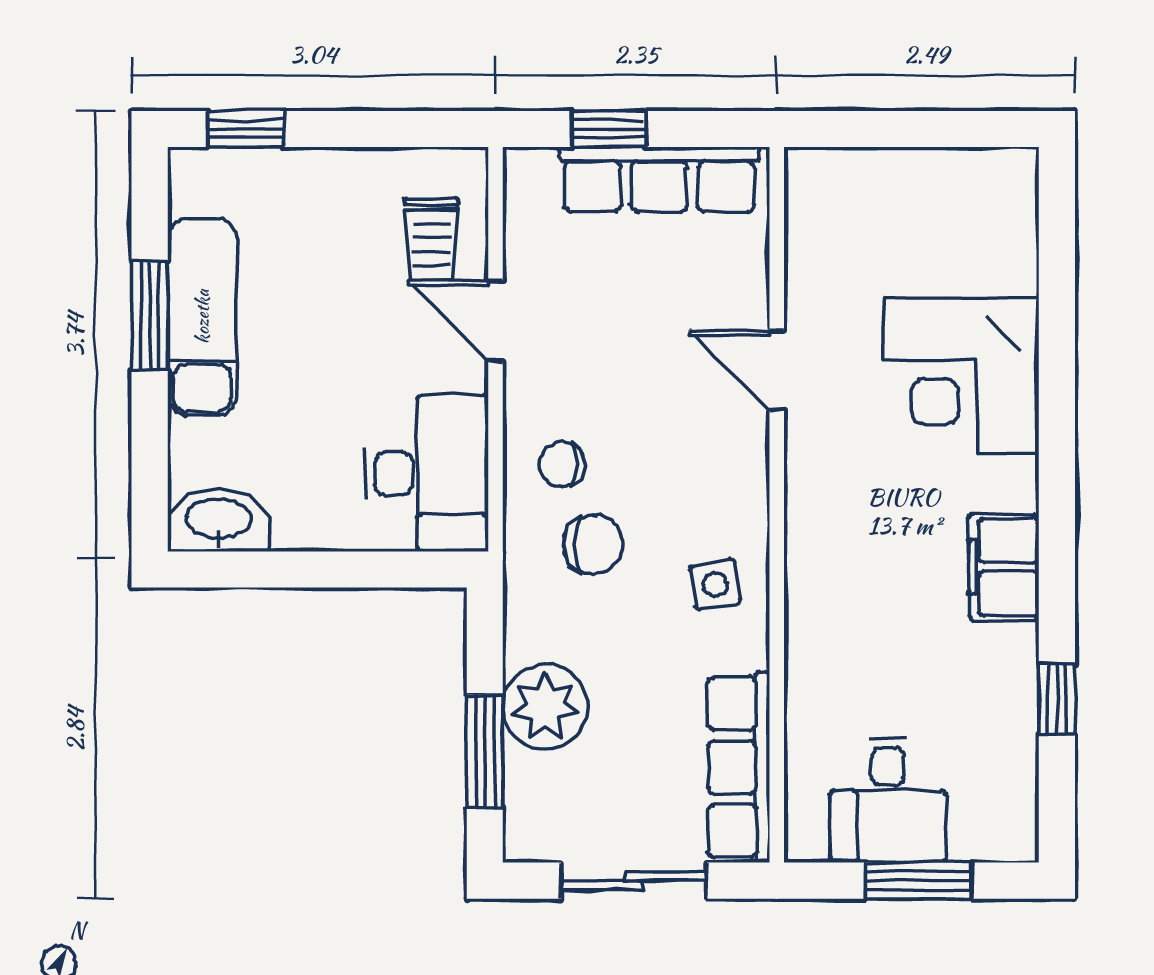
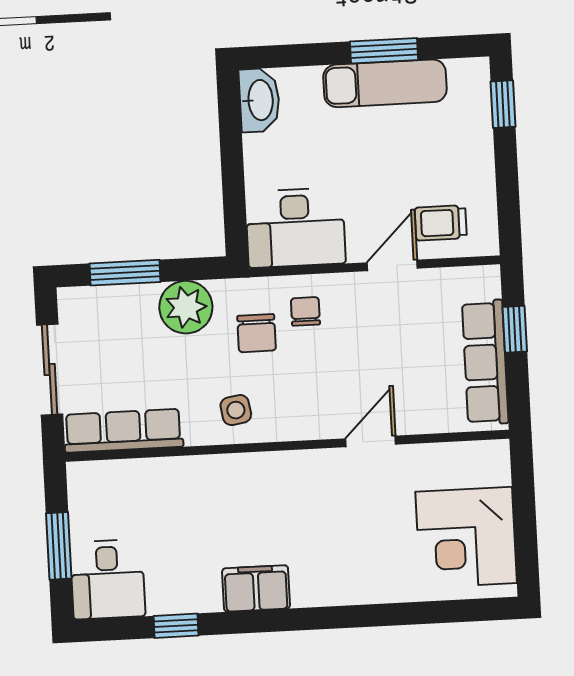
corner desk: (961, 375) -> (466, 537), moved, turned -90
plant: (545, 707) -> (186, 307), moved
desk: (888, 800) -> (108, 579), moved, turned -90

